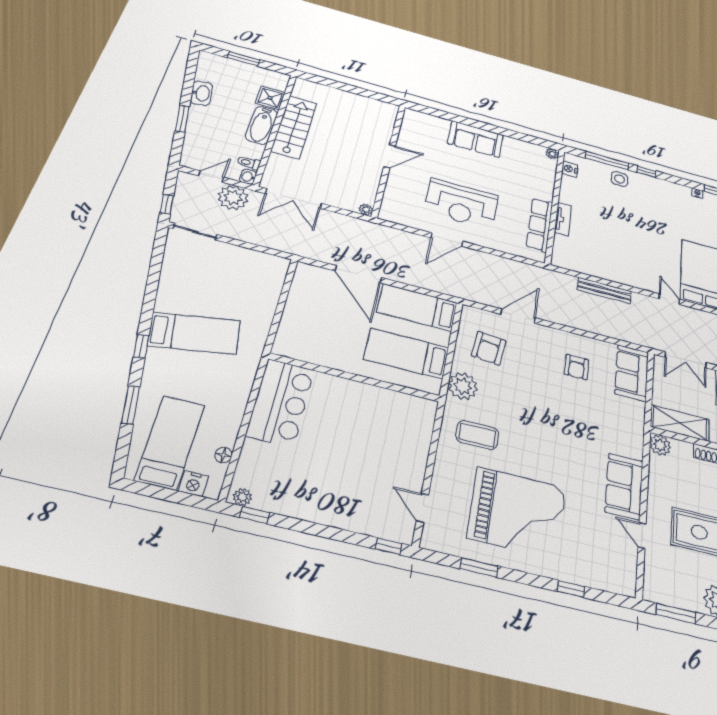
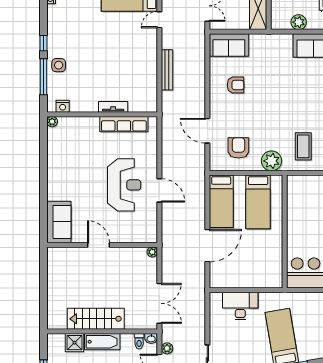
sofa: (475, 139) -> (59, 222), moved
plant: (233, 197) -> (167, 348), width x0.53, depth x0.53
desk: (260, 292) -> (240, 306), added
armchair: (489, 348) -> (238, 148), turned -96
plant: (660, 445) -> (299, 22), moved

